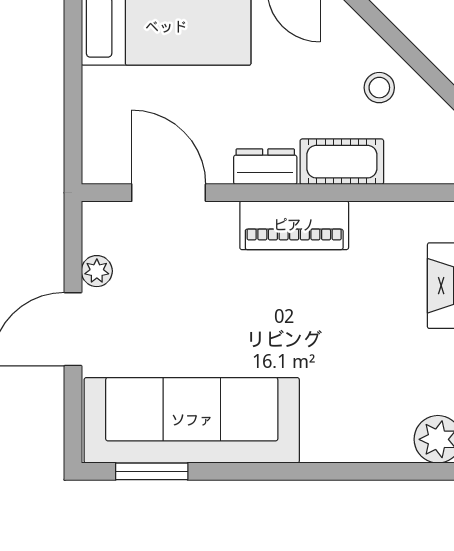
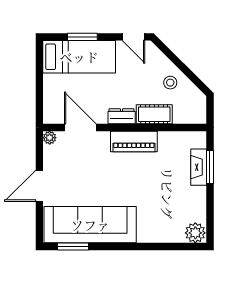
plant: (97, 271) -> (50, 138), moved

